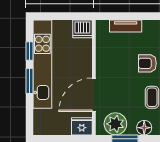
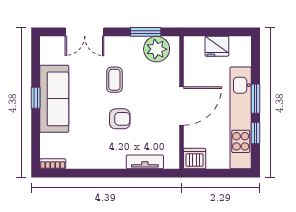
door: (94, 95) -> (181, 106), moved
fridge: (82, 126) -> (217, 46), moved
floor lamp: (144, 128) -> (123, 45), removed

